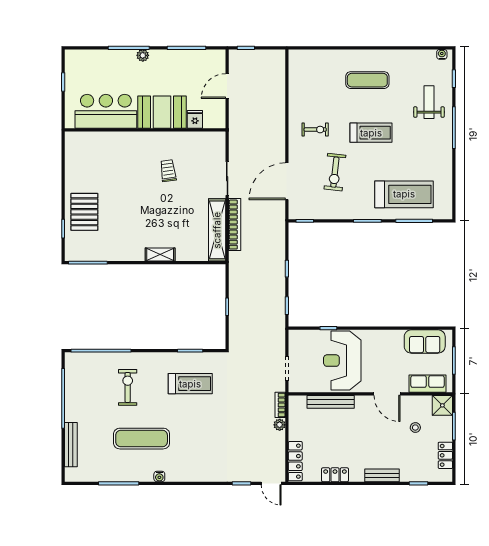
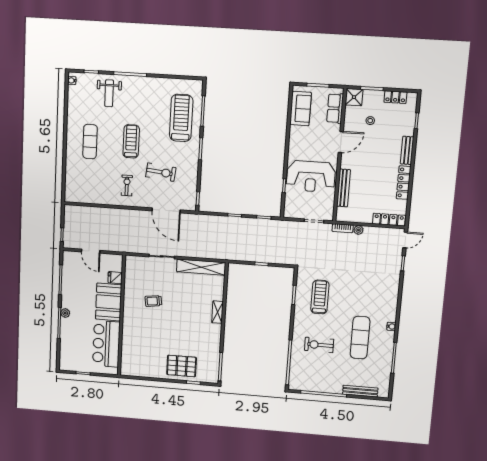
weight bench: (429, 102) -> (109, 93), turned -90
bookcase: (235, 225) -> (198, 253), removed
locker: (335, 475) -> (404, 183), width x1.53

